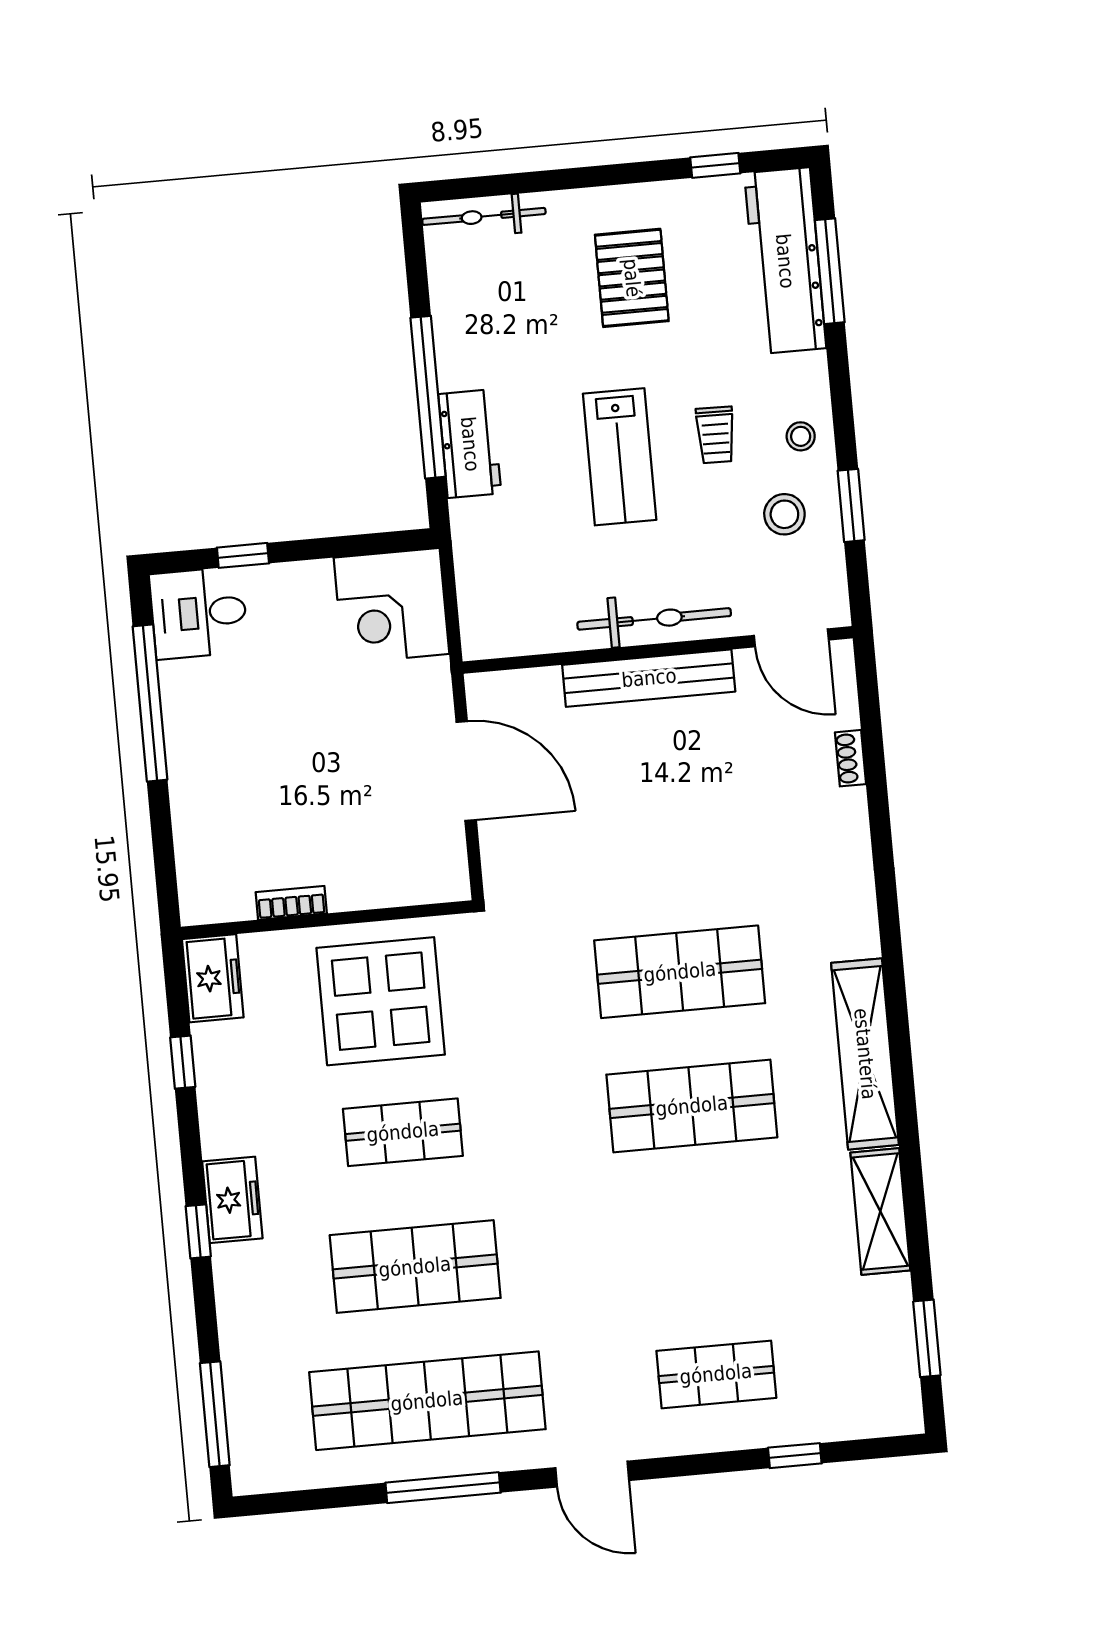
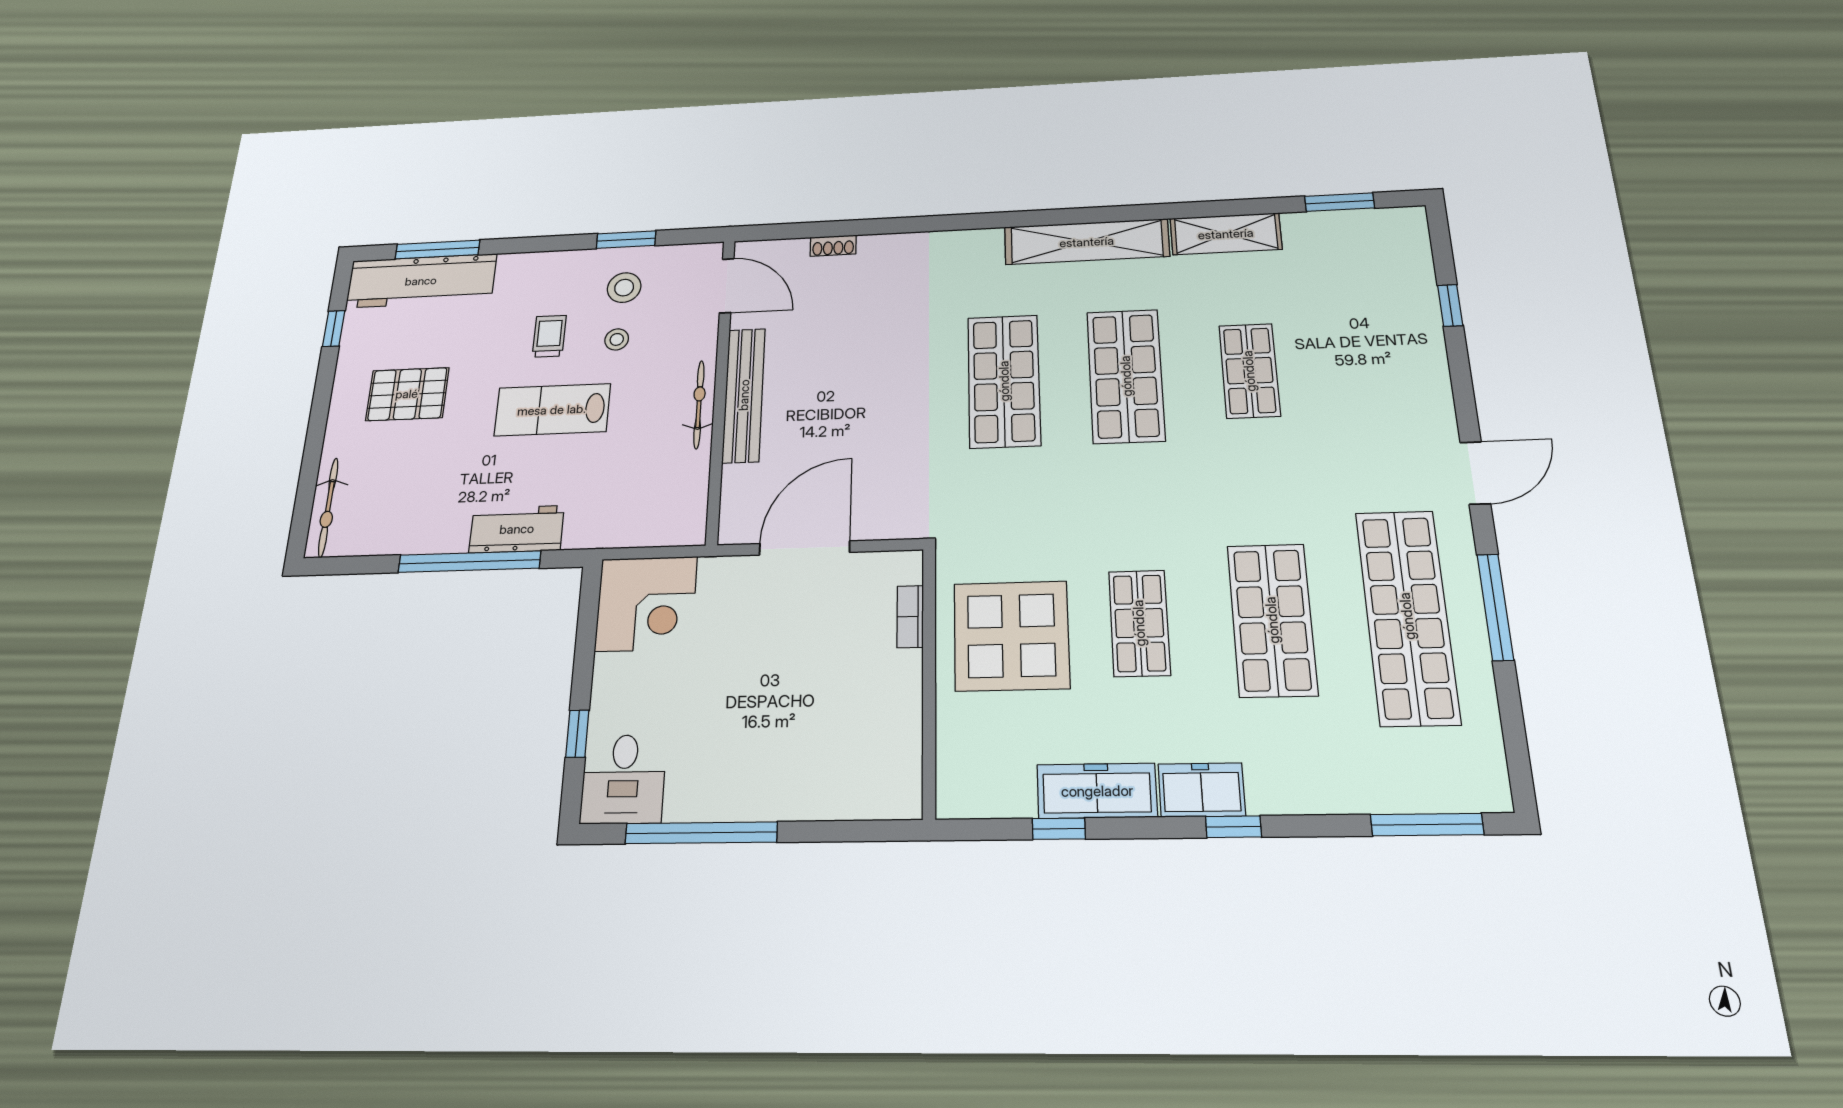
trolley: (716, 435) -> (549, 336), turned -91
stool: (801, 436) -> (617, 339), moved
lab bench: (620, 457) -> (552, 410), turned 180
bicycle: (654, 619) -> (699, 404), width x0.73, depth x0.71
door: (791, 638) -> (727, 286), hinge flipped
bookcase: (291, 903) -> (910, 617), moved
freezer: (213, 978) -> (1097, 791), moved, width x1.40
shop shelf: (716, 1374) -> (1249, 371), moved

